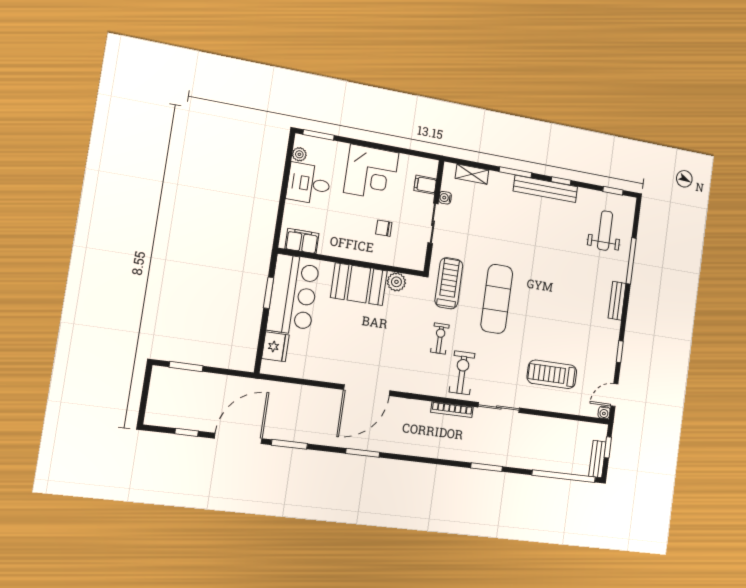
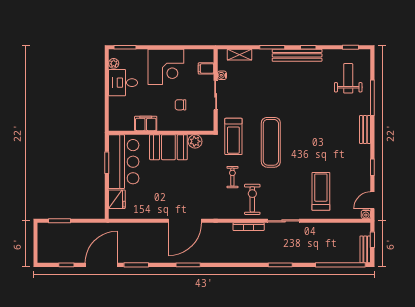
filing cabinet: (302, 241) -> (146, 123), moved
treadmill: (449, 283) -> (233, 136), turned 180
treadmill: (552, 374) -> (321, 191), turned 90

